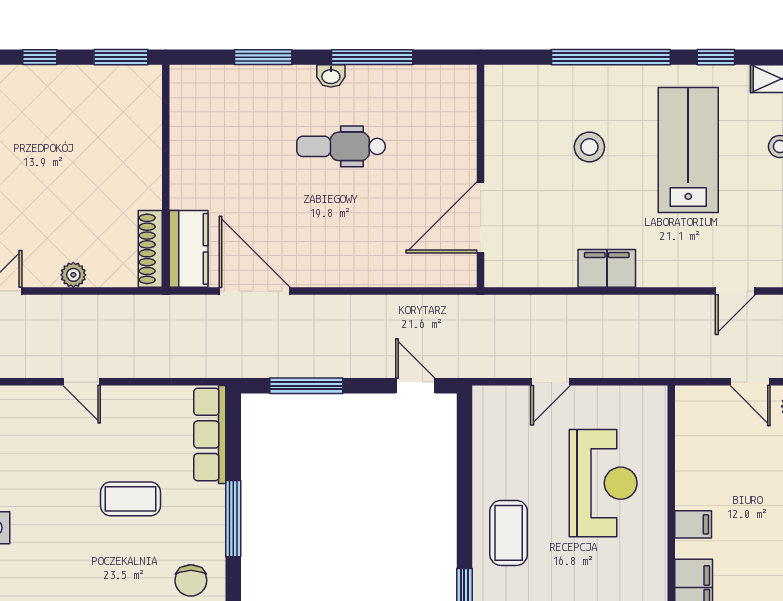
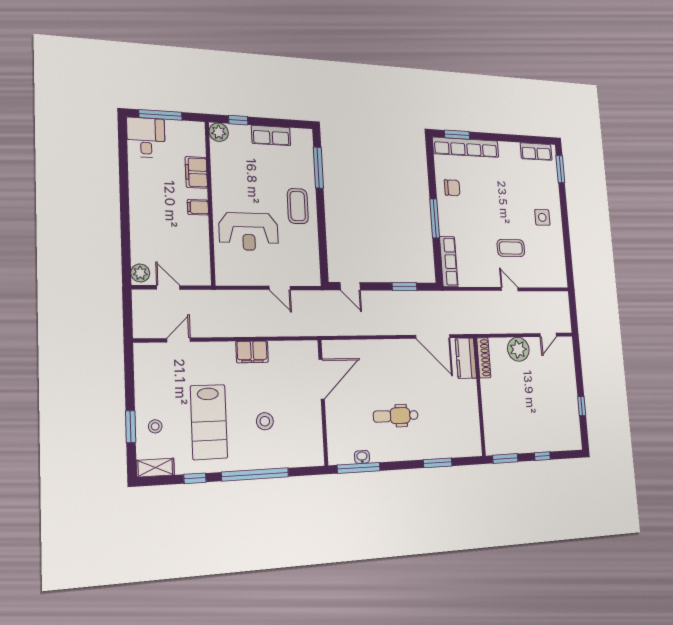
window: (372, 57) -> (359, 468), moved
washbasin: (331, 76) -> (362, 457), moved
dental chair: (341, 146) -> (396, 416), turned 180
plant: (73, 275) -> (518, 349), width x1.87, depth x1.87
door: (550, 382) -> (280, 288), swing flipped
window: (306, 386) -> (404, 287), width x0.69
reception desk: (603, 483) -> (249, 232), turned -90
coffee table: (130, 499) -> (511, 248), moved
chair: (191, 580) -> (452, 188), turned 90

